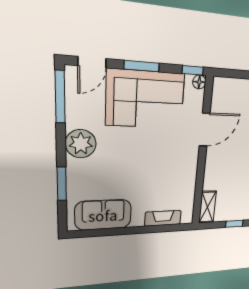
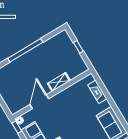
door: (205, 130) -> (39, 102), hinge flipped
shelving: (208, 207) -> (59, 82), moved

